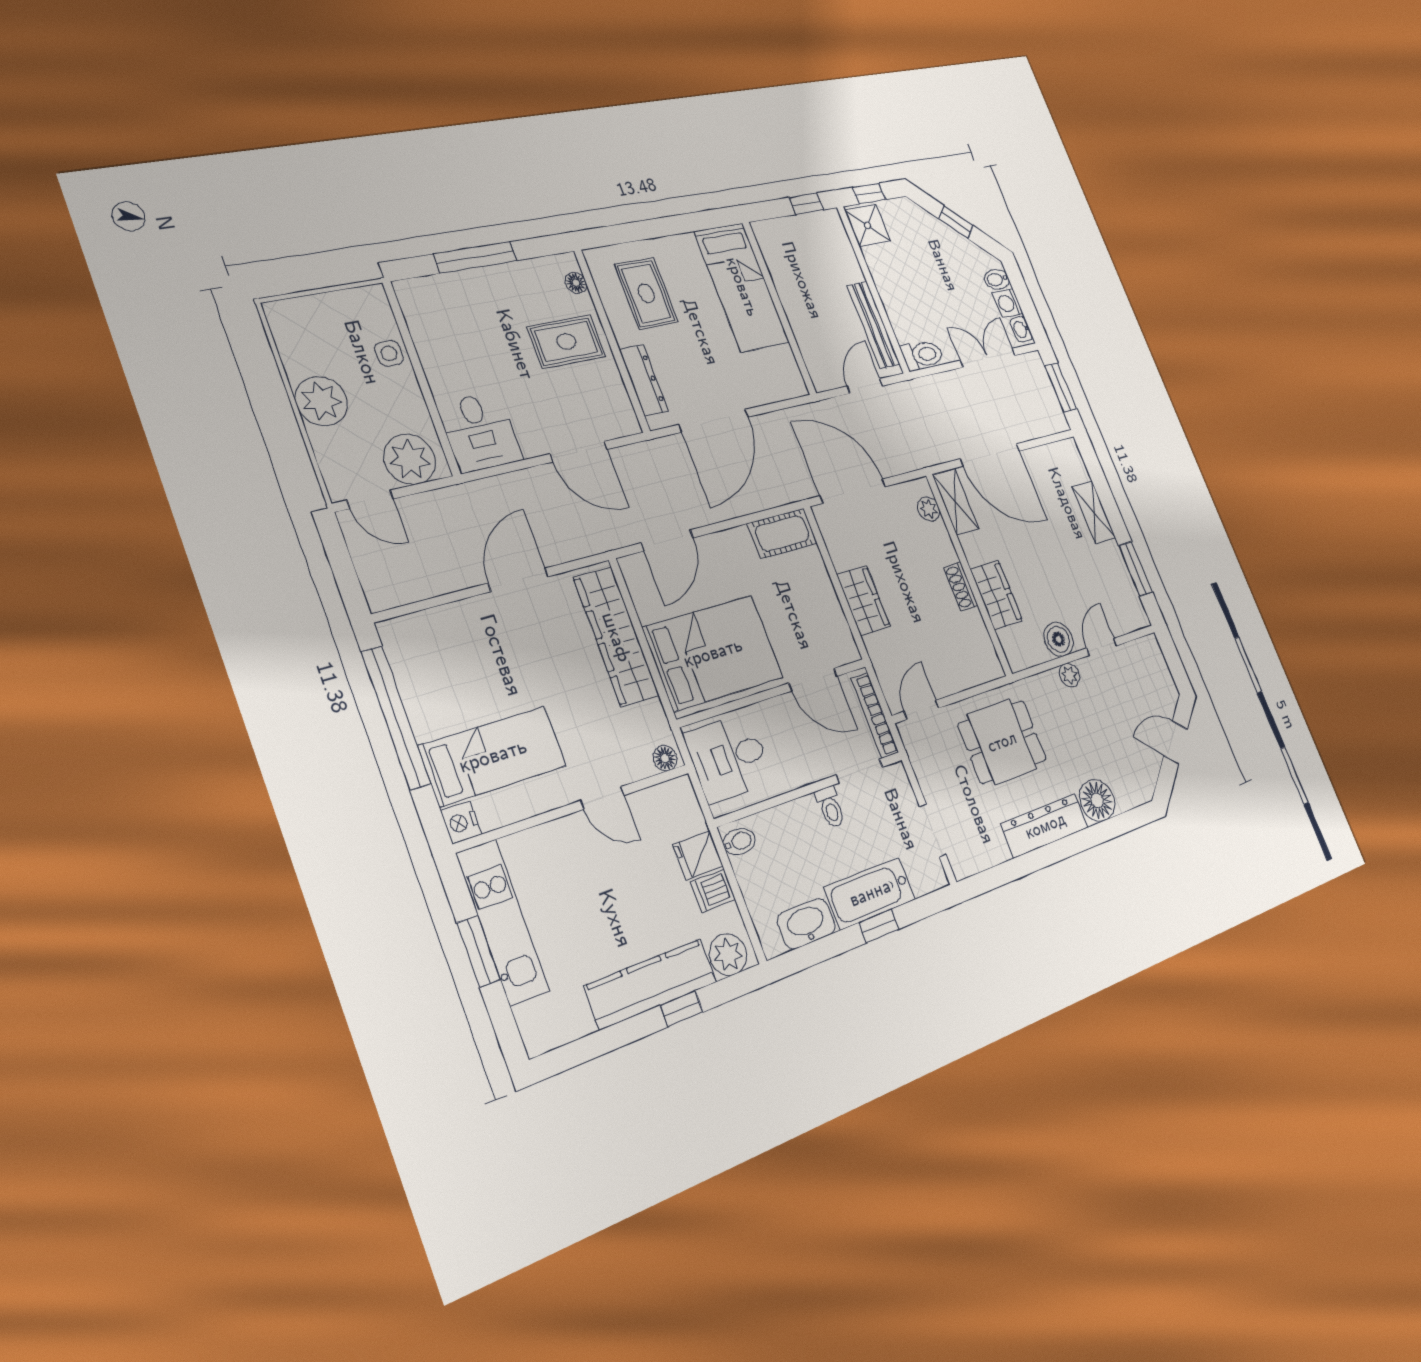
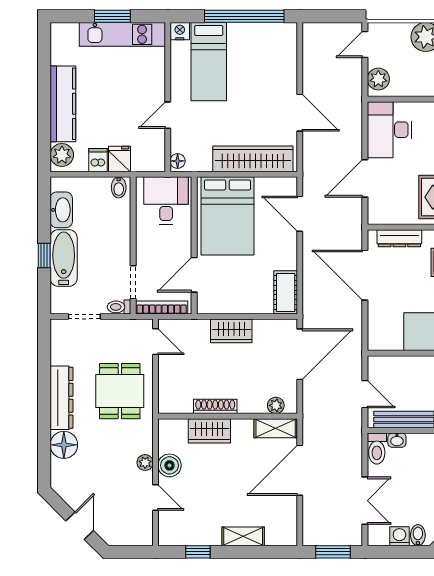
washbasin: (1021, 329) -> (397, 440), moved, turned 180
desk: (480, 432) -> (389, 130), width x1.37
plant: (410, 459) -> (378, 79), width x0.73, depth x0.73
window: (1136, 569) -> (198, 552), width x0.67
shoe rack: (961, 586) -> (215, 406), width x1.43
toilet: (830, 807) -> (119, 307), moved
window: (682, 1009) -> (44, 116), removed

